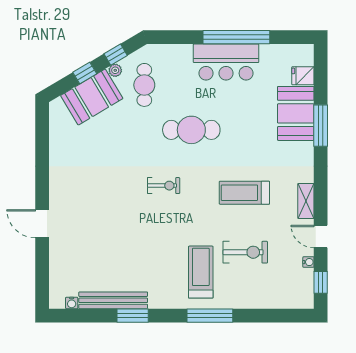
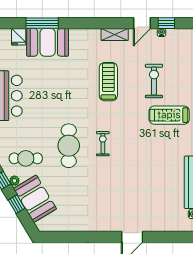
window: (321, 126) -> (42, 23), moved
cafe table: (191, 130) -> (69, 146), moved
treadmill: (244, 193) -> (108, 82), turned 180
window: (321, 282) -> (166, 23), moved

